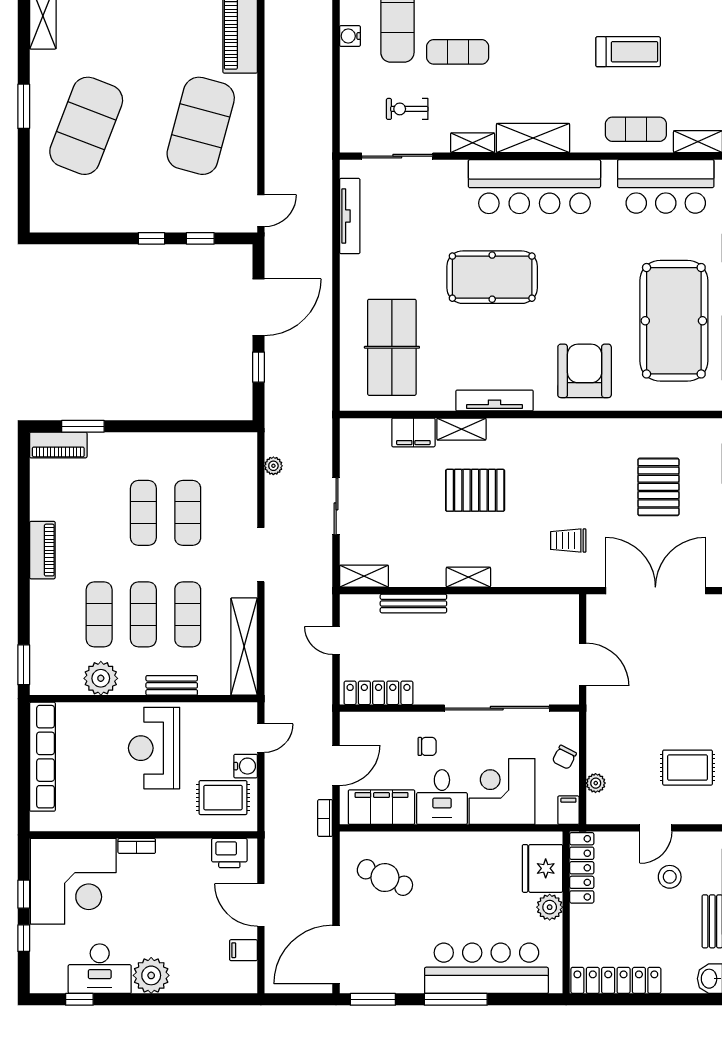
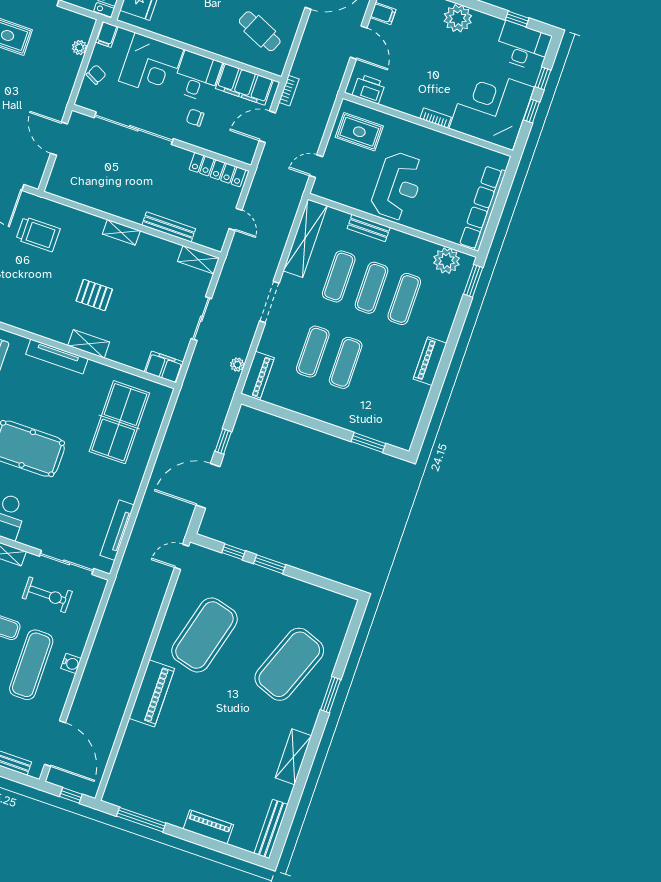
exercise bike: (407, 109) -> (47, 595), width x1.38, depth x1.39
window: (151, 238) -> (270, 564), width x1.50
filing cabinet: (413, 432) -> (164, 367), moved
piano: (58, 445) -> (258, 376), moved, turned 90
pallet: (475, 490) -> (94, 295), width x0.67, depth x0.71
trolley: (568, 541) -> (38, 234), width x1.36, depth x1.39
plant: (101, 678) -> (447, 261), moved
water cooler: (246, 766) -> (335, 149), removed
desk: (100, 969) -> (523, 46), moved

